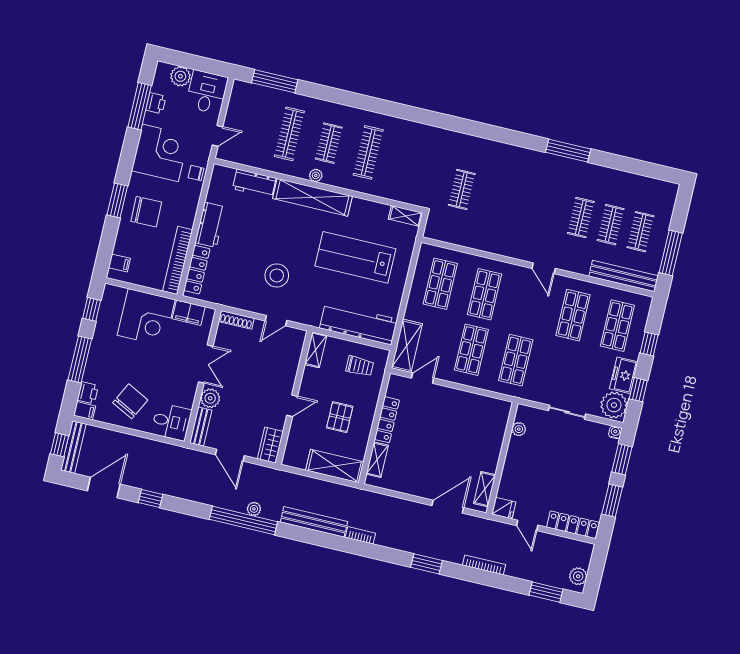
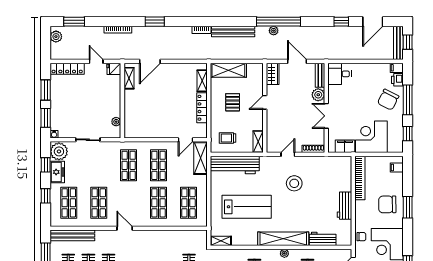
locker: (197, 270) -> (346, 175), removed
chair: (130, 401) -> (388, 100), moved

